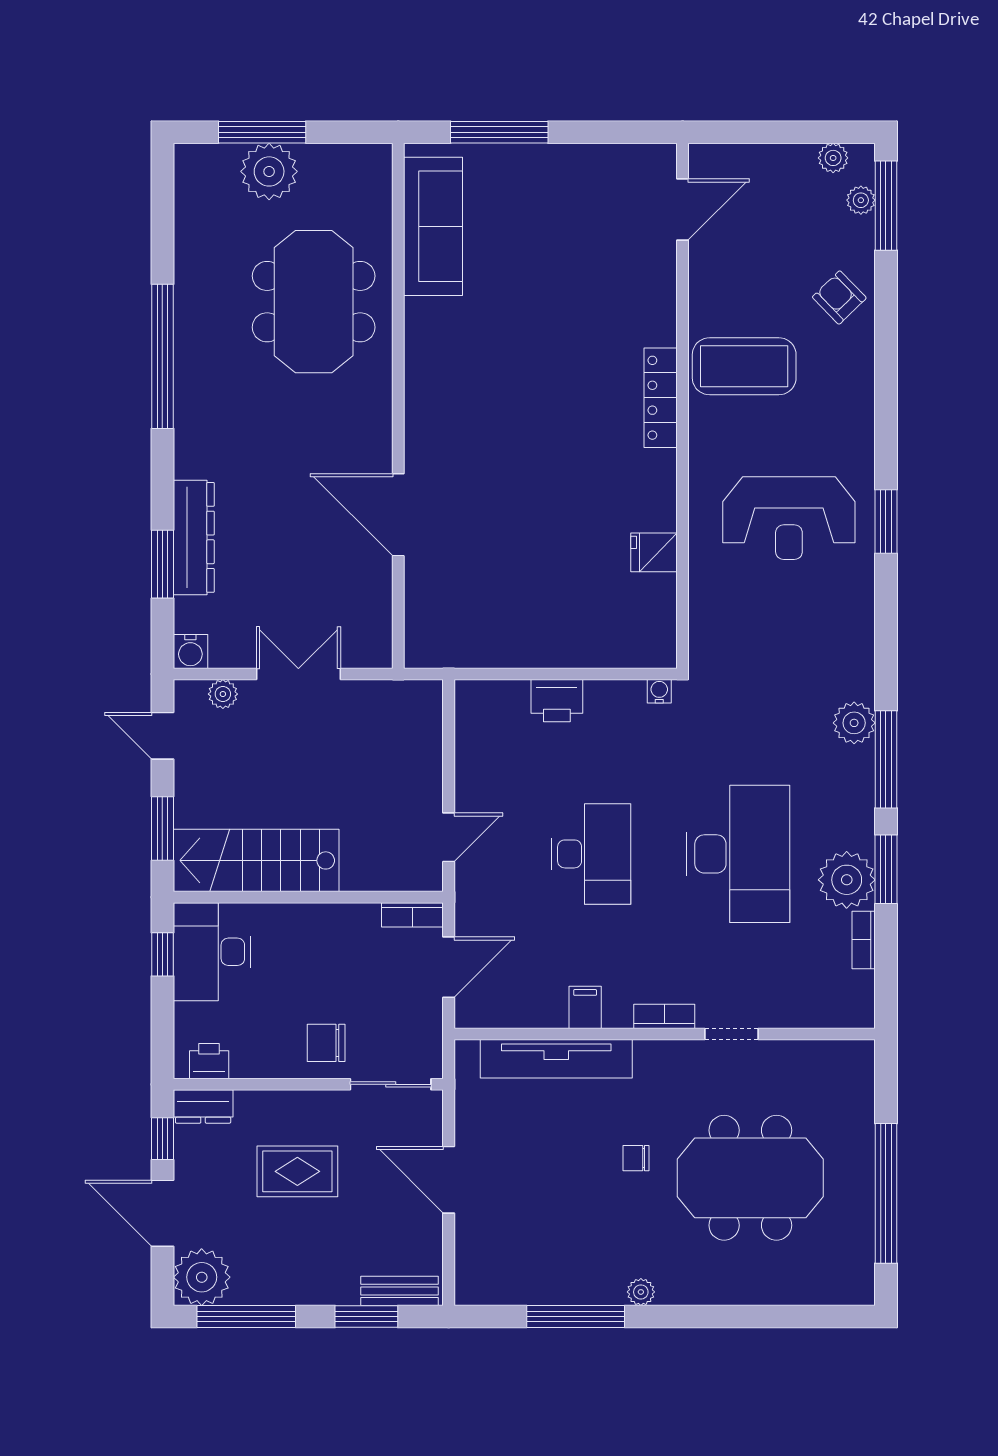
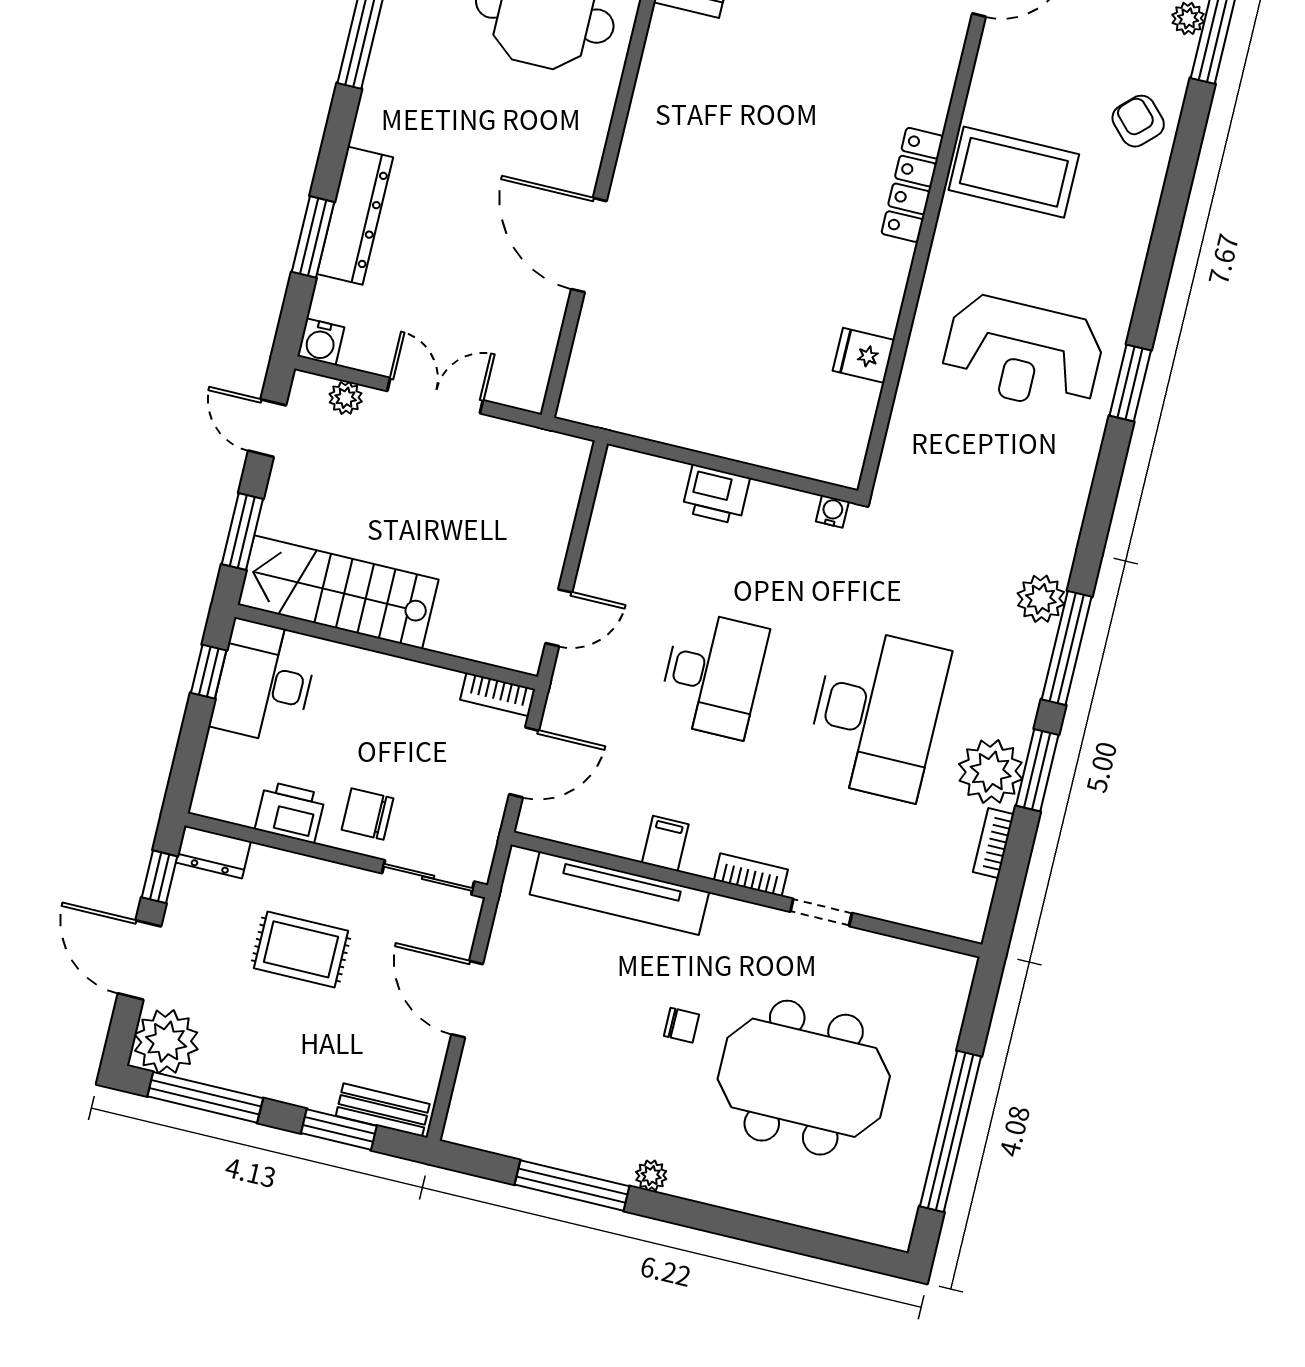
printer: (209, 1061) -> (290, 812), moved, width x1.36, depth x1.24
chair: (636, 1158) -> (682, 1025), turned 180

